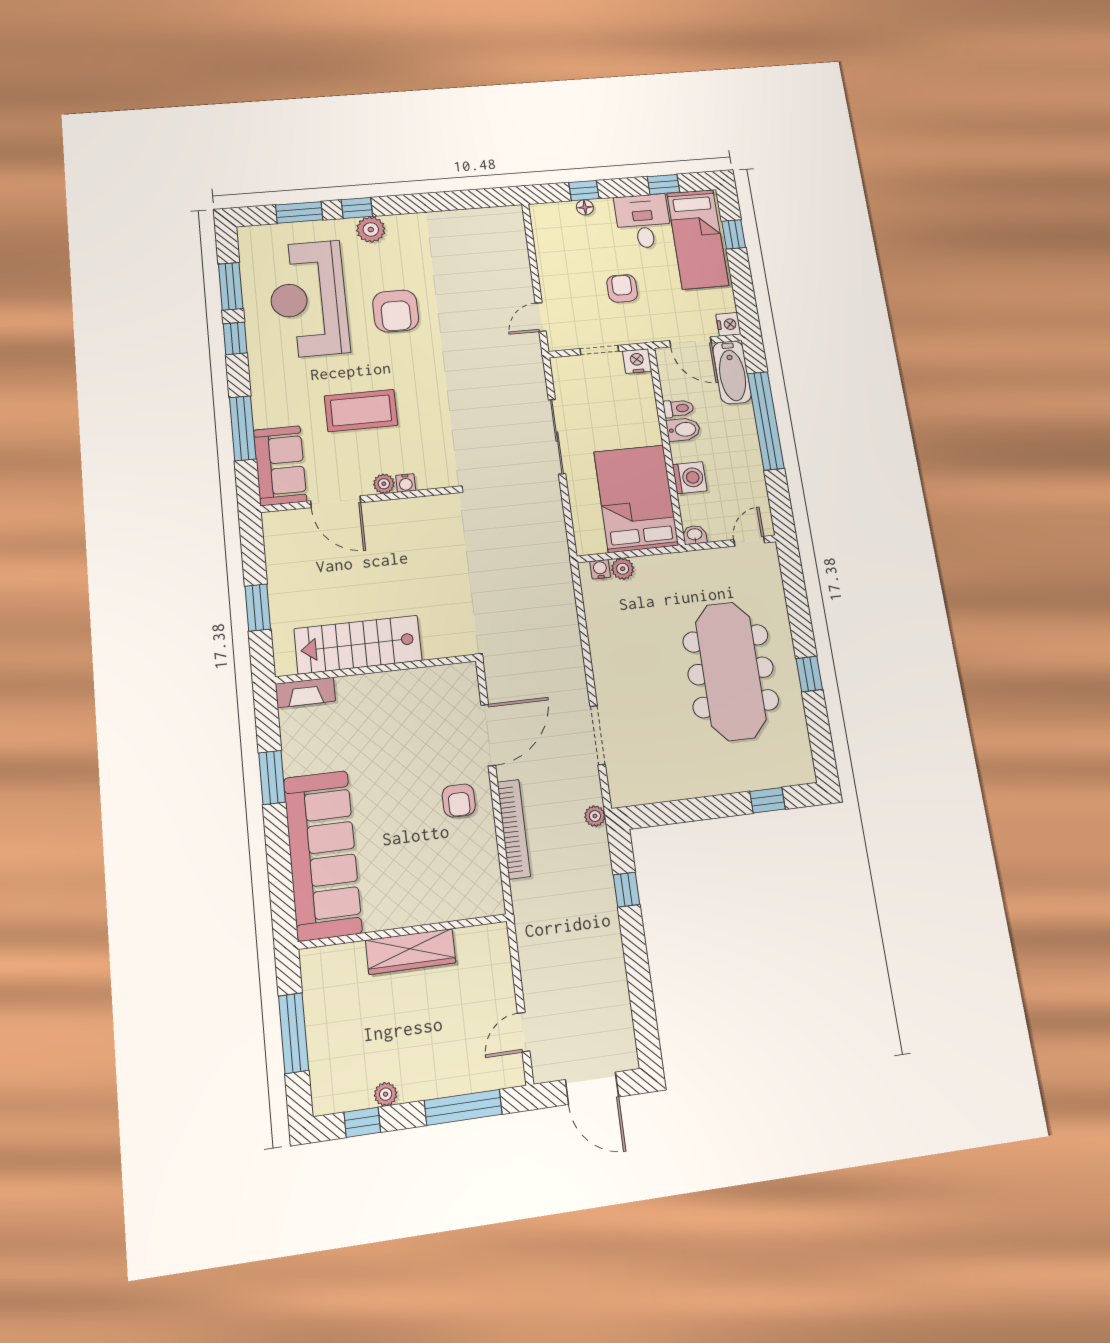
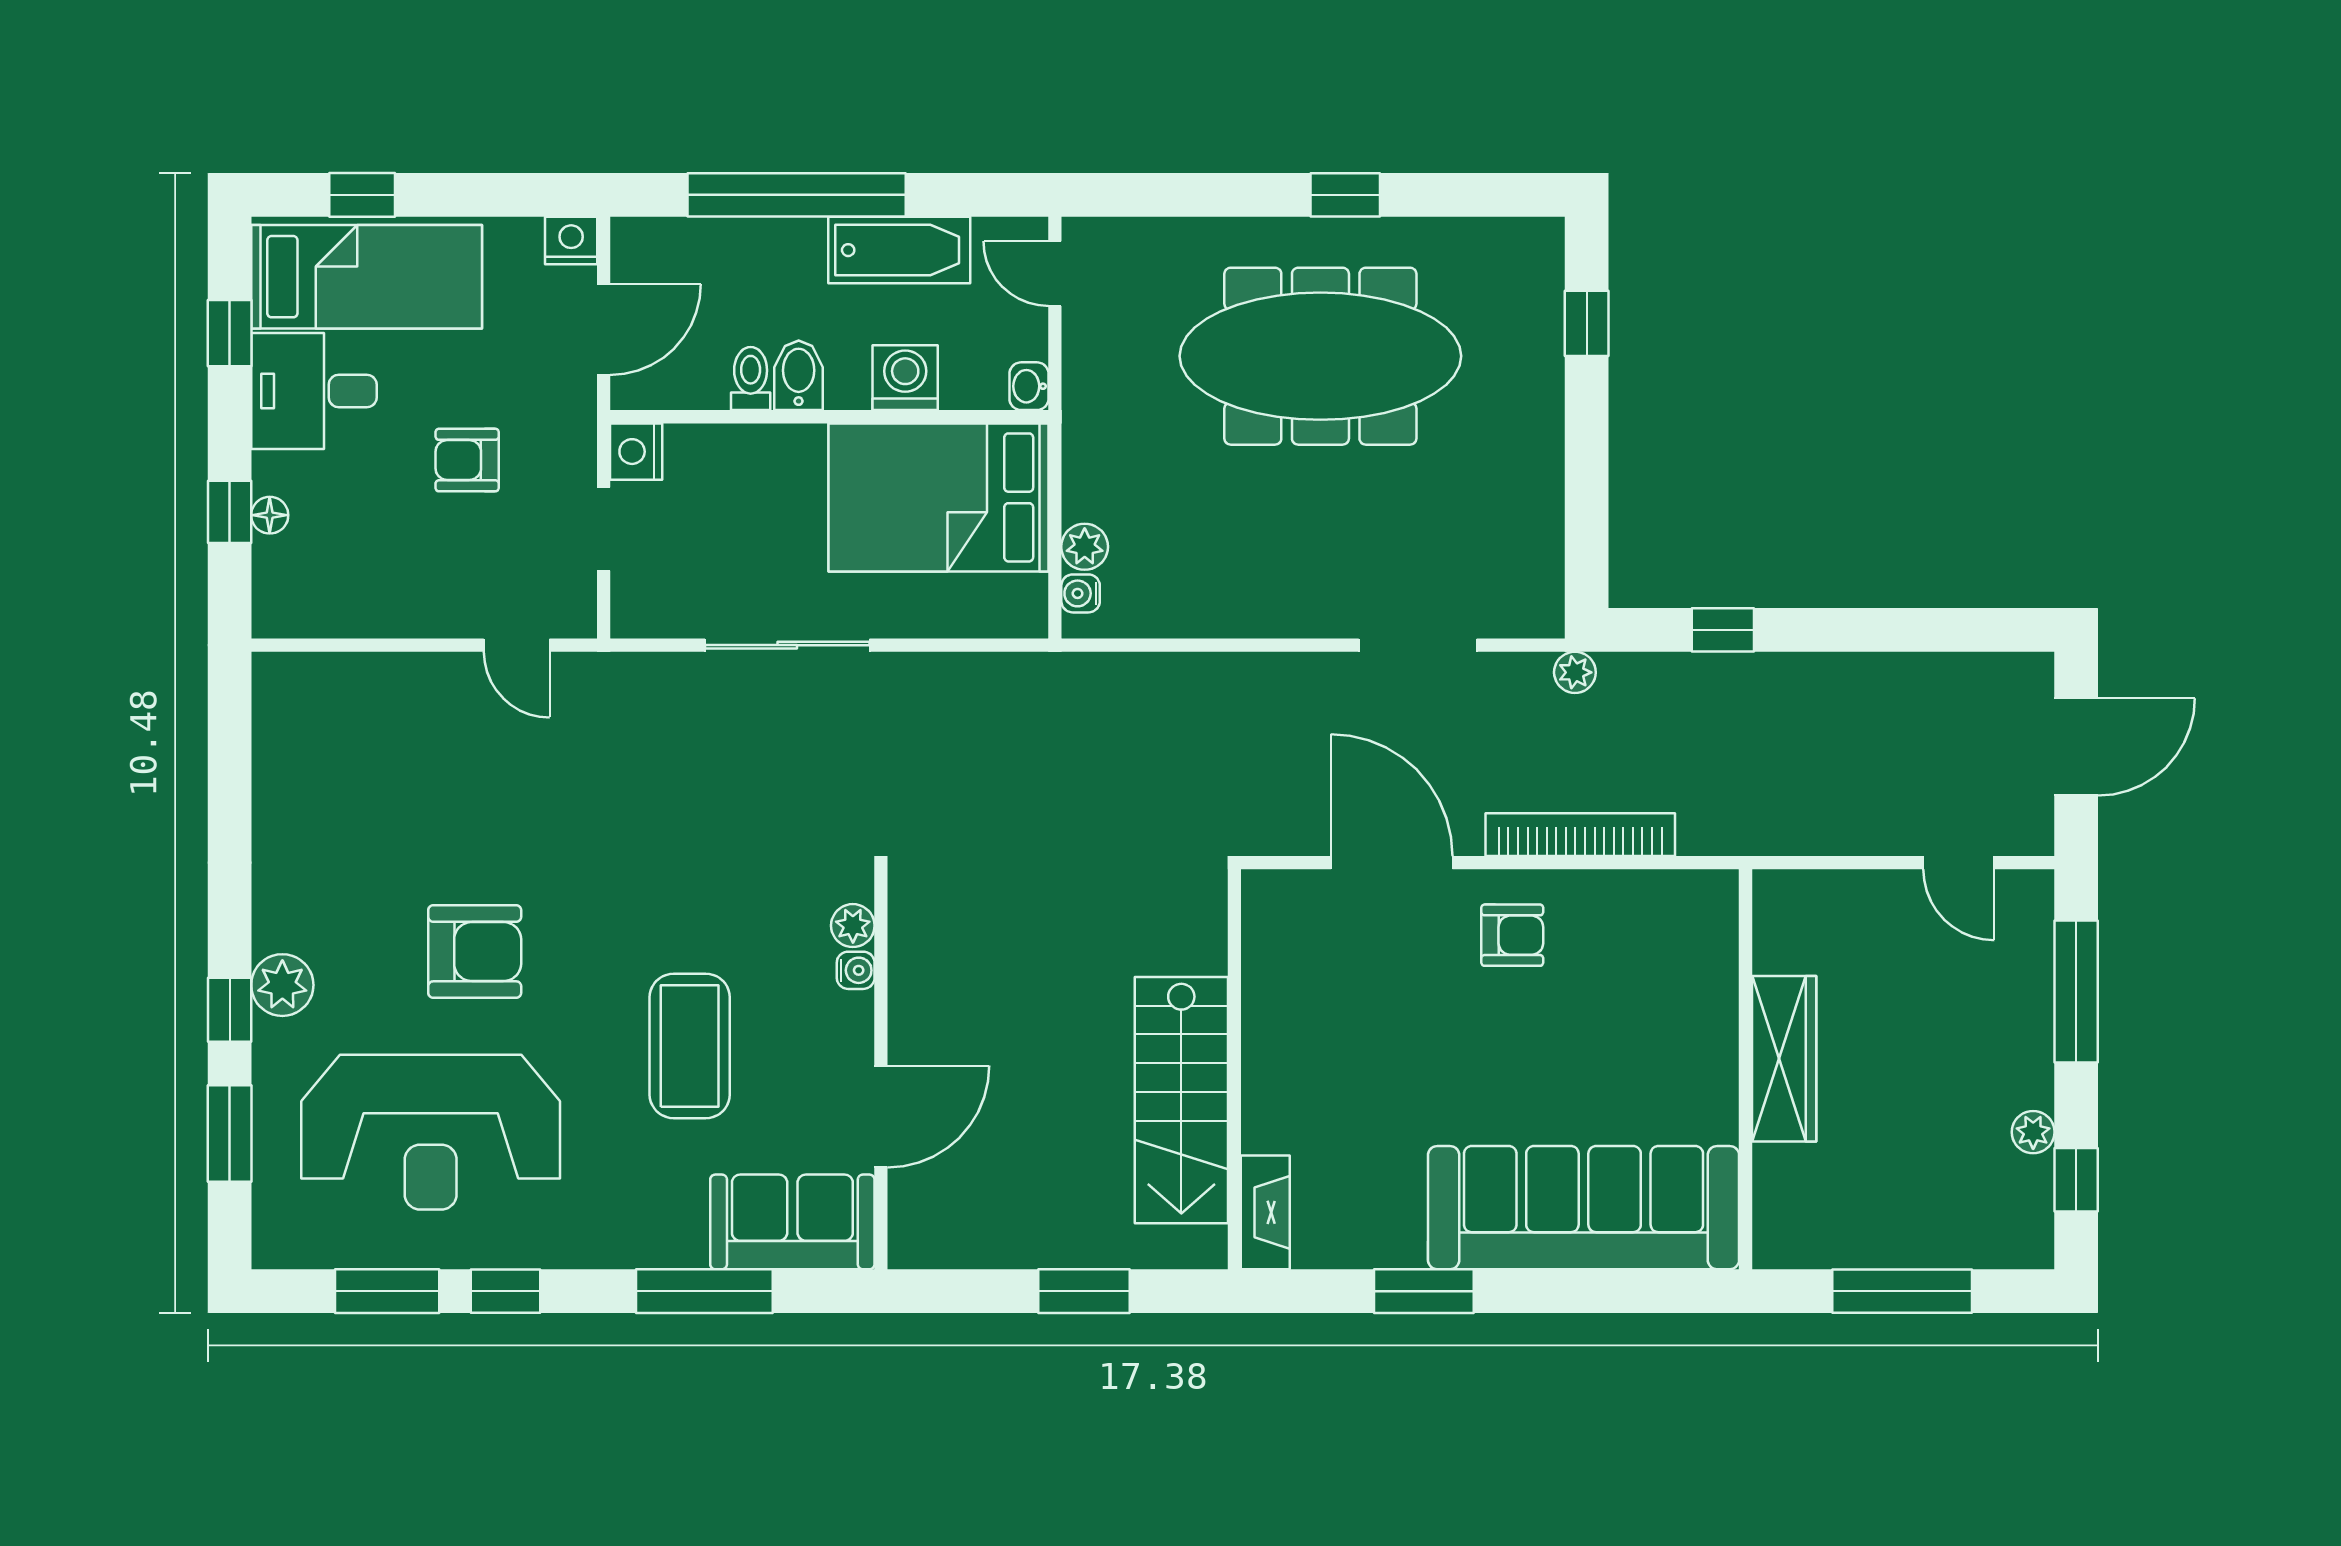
bathtub: (732, 372) -> (899, 250), moved
plant: (384, 484) -> (853, 926), moved

